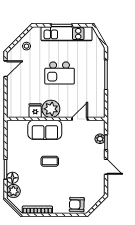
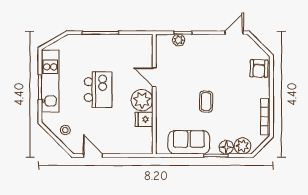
door: (80, 119) -> (154, 77), moved
sofa: (45, 130) -> (189, 142), moved, turned -90
door: (106, 167) -> (234, 33), moved

